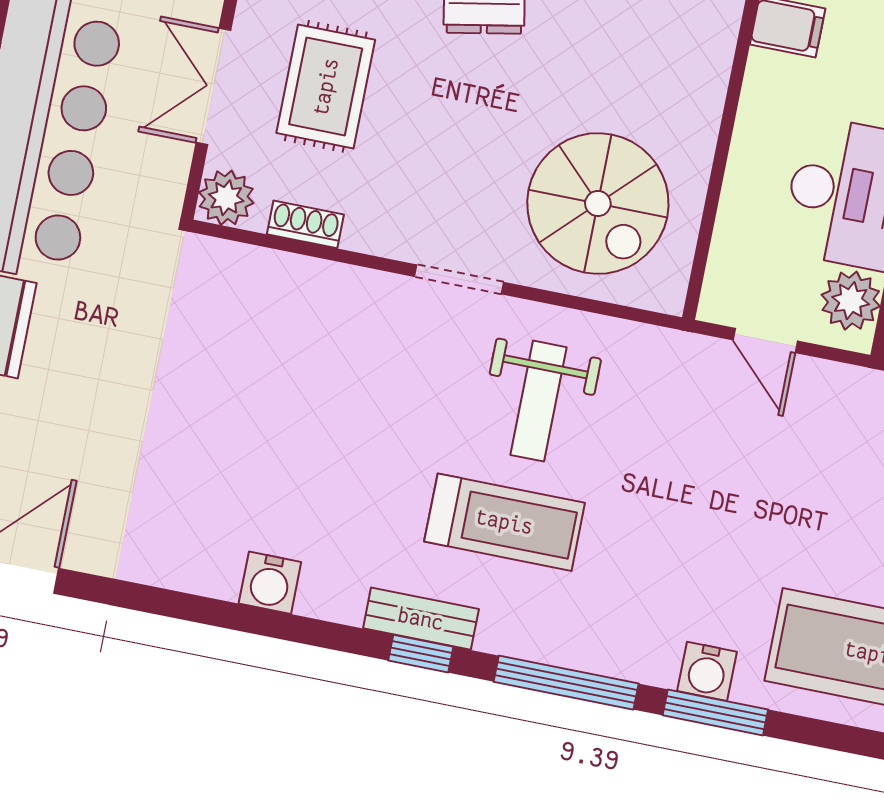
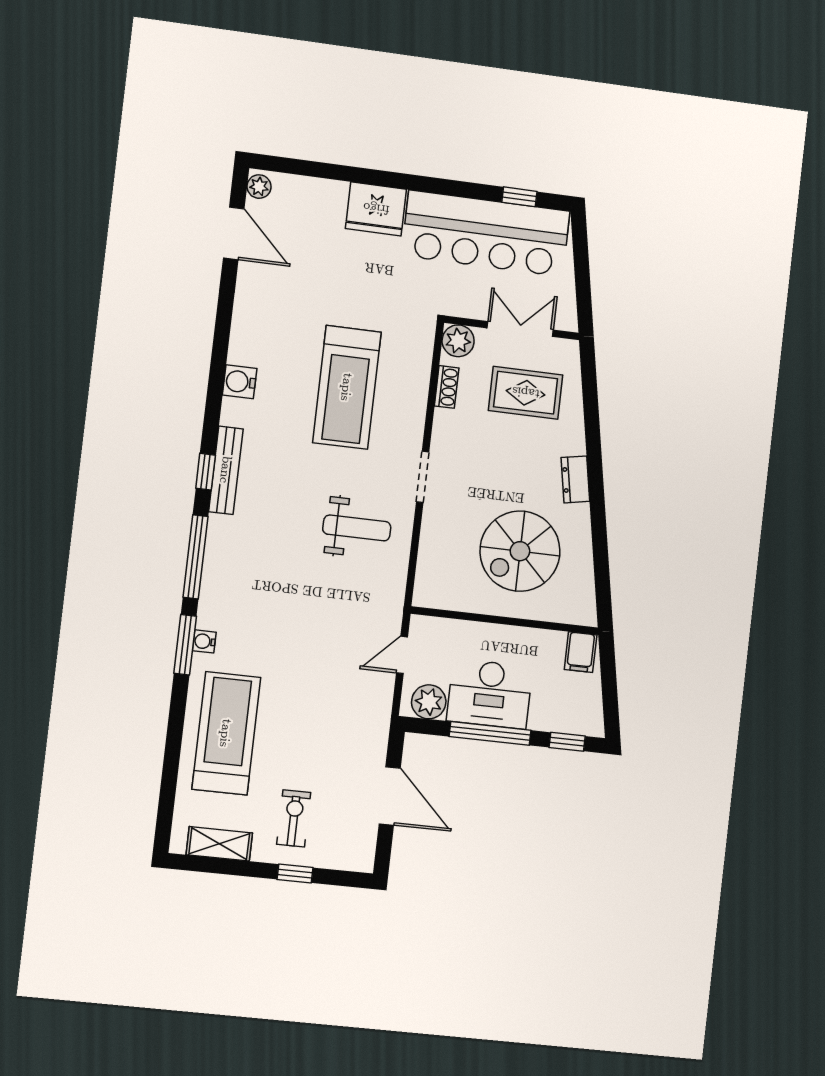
spiral stairs: (598, 203) -> (520, 551), moved
weight bench: (538, 401) -> (357, 528), turned 180
treadmill: (505, 522) -> (347, 387), moved, width x1.37, depth x1.38
bench: (421, 619) -> (226, 470), width x1.36
water cooler: (707, 671) -> (204, 641), width x0.72, depth x0.72

